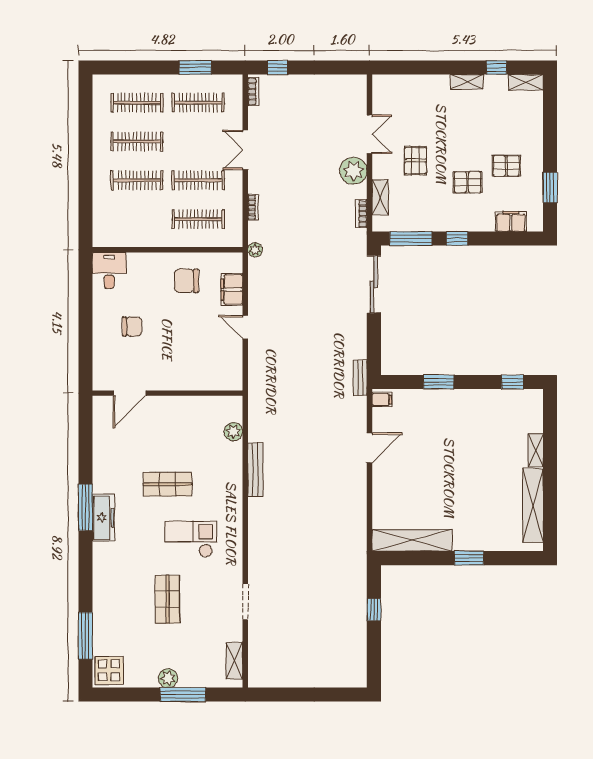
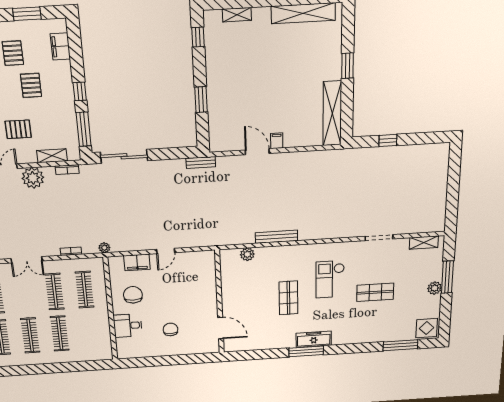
desk: (109, 271) -> (128, 326), moved
chair: (186, 281) -> (133, 295), turned 180
filing cabinet: (382, 400) -> (277, 141), moved
shelving: (536, 450) -> (237, 15), moved

